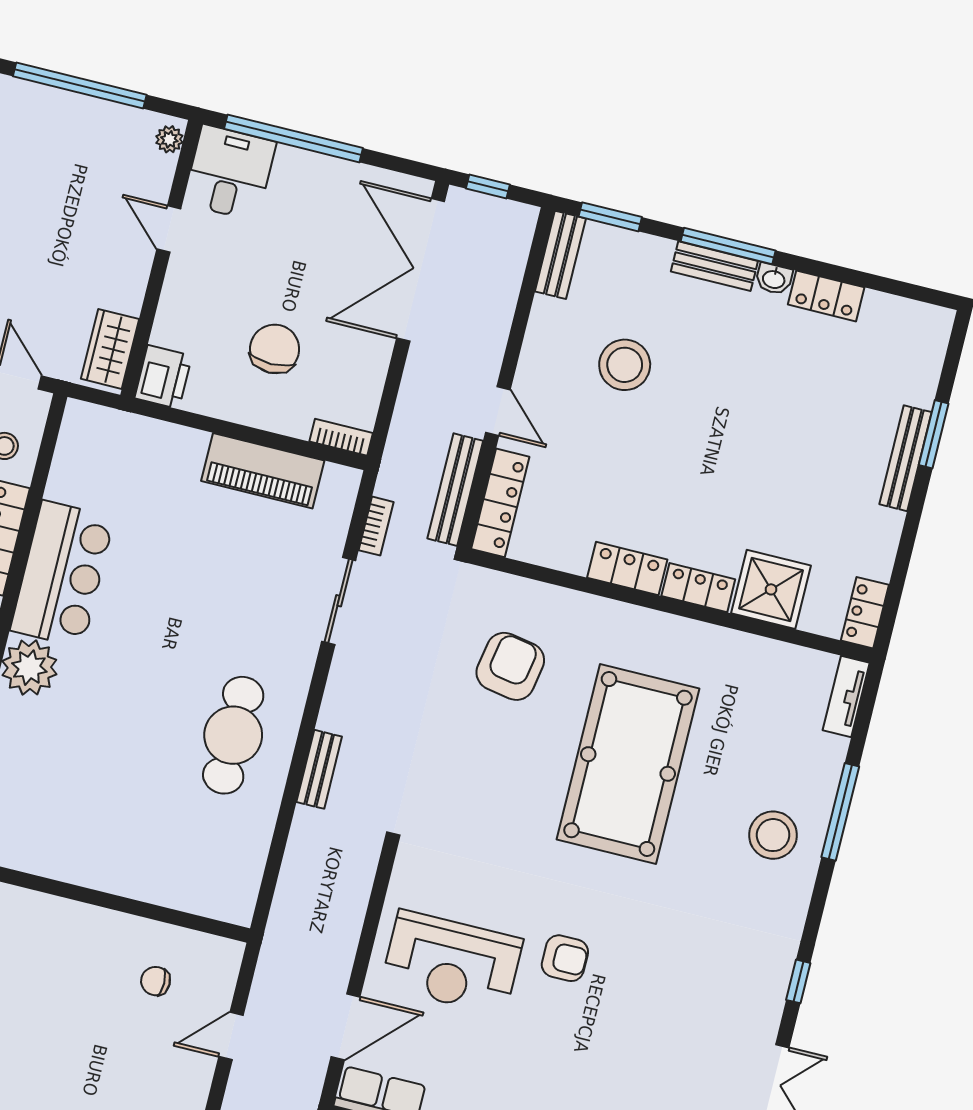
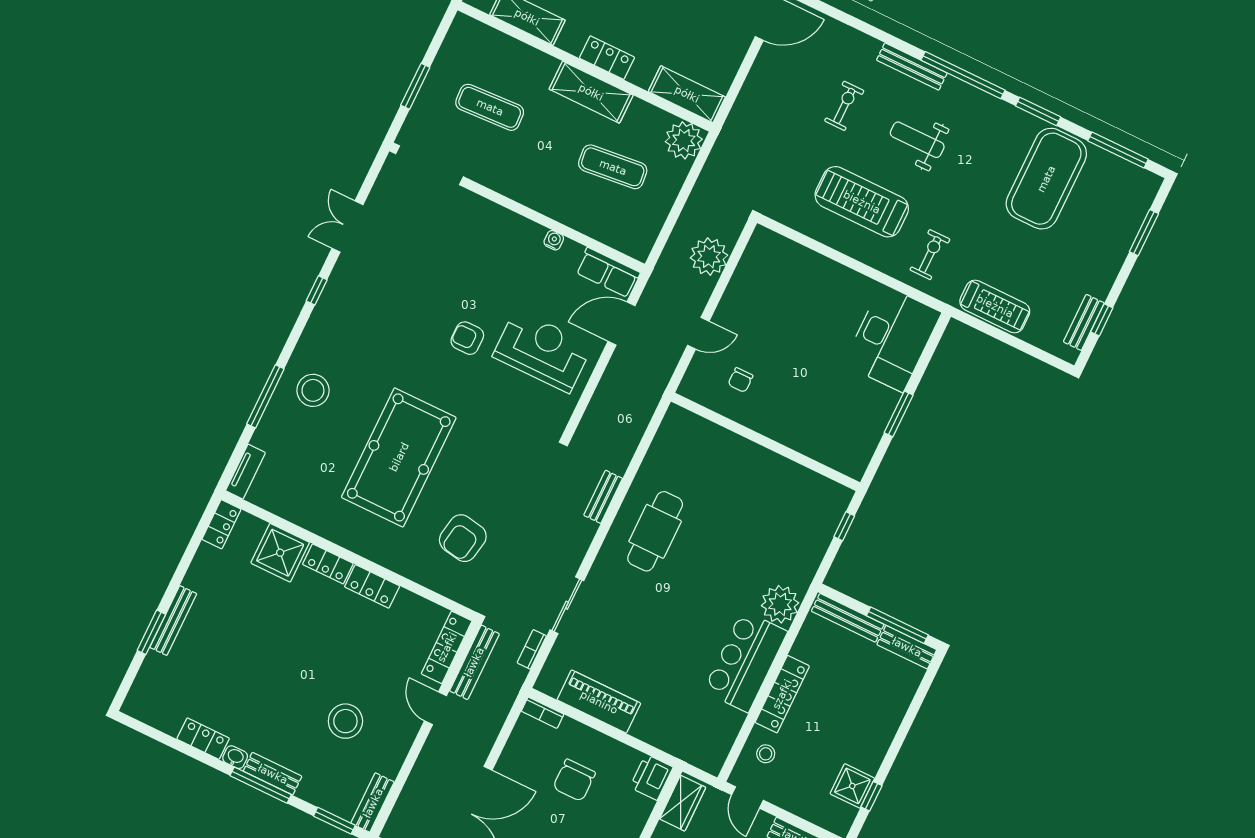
chair: (156, 981) -> (740, 380), turned 90

